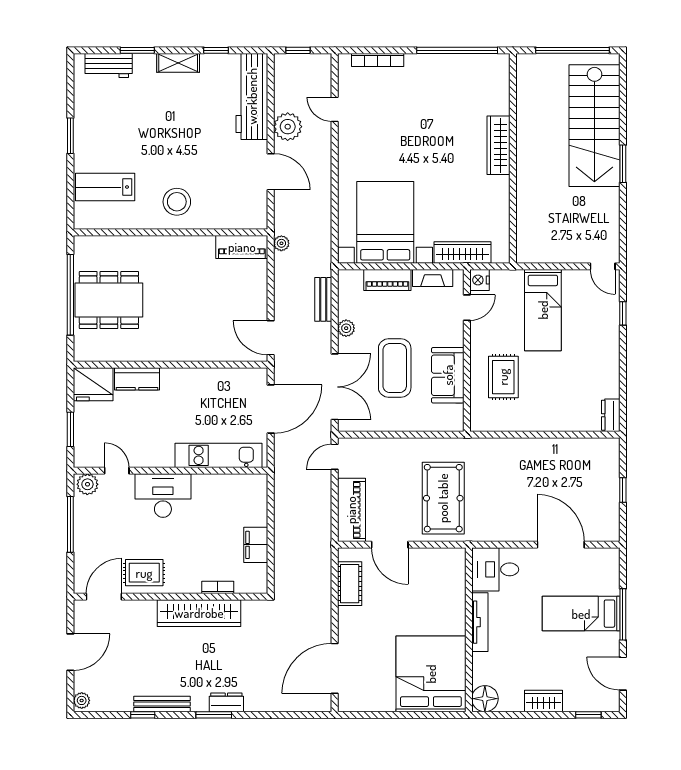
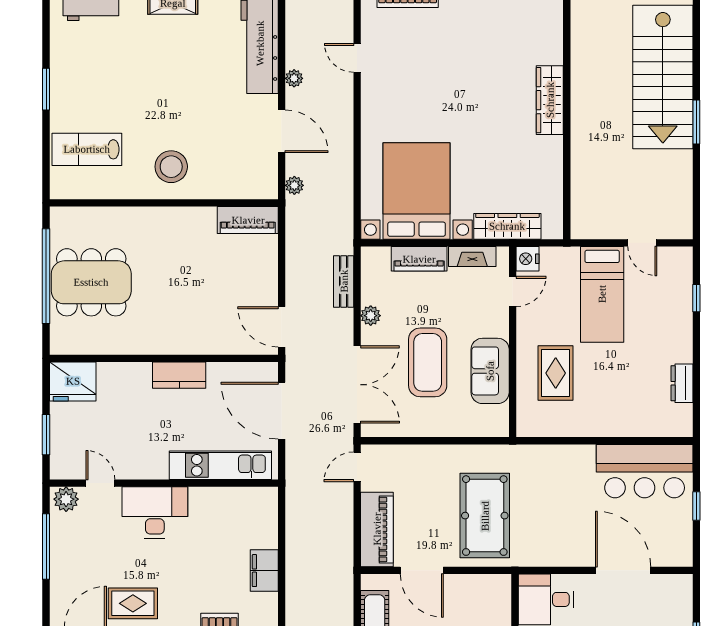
plant: (288, 127) -> (294, 78), width x0.53, depth x0.53
plant: (281, 243) -> (294, 185), moved
door: (603, 266) -> (642, 243), moved
kitchen counter: (137, 379) -> (179, 375), moved
door: (271, 409) -> (282, 411), swing flipped
dresser: (611, 415) -> (682, 383), moved
bar counter: (579, 460) -> (645, 471), added

